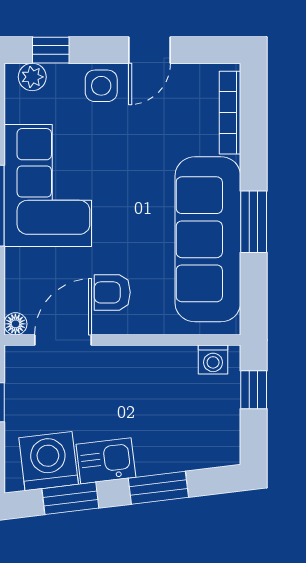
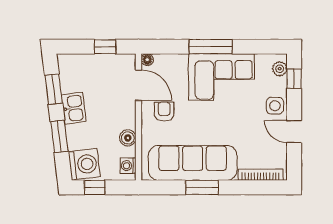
boiler: (161, 360) -> (128, 138), added
window: (254, 390) -> (95, 187), moved
washing machine: (49, 461) -> (84, 164), moved

